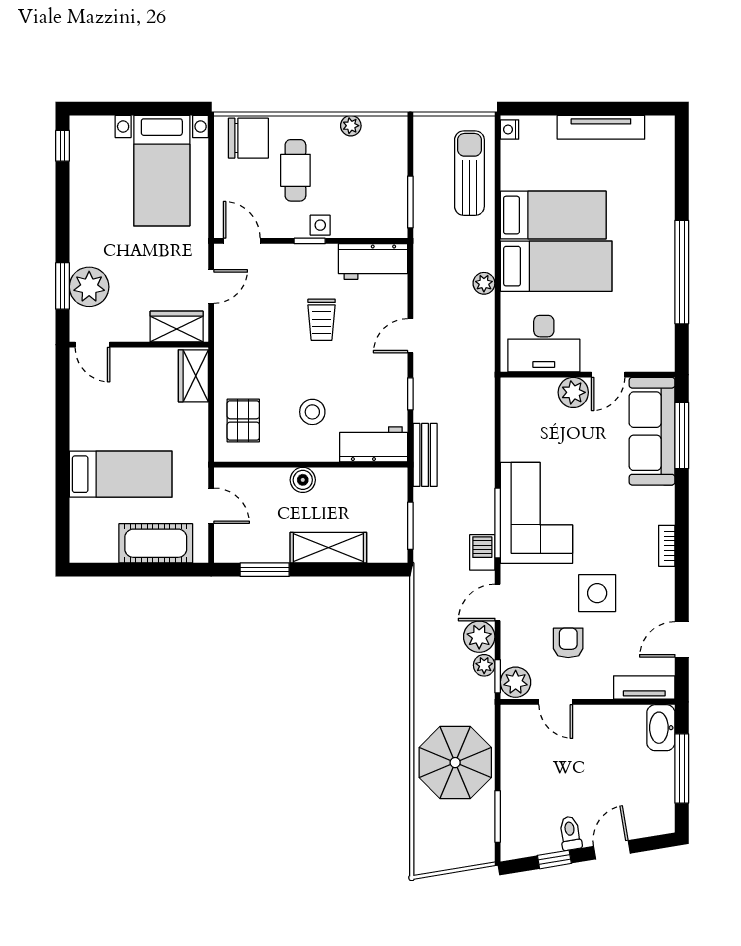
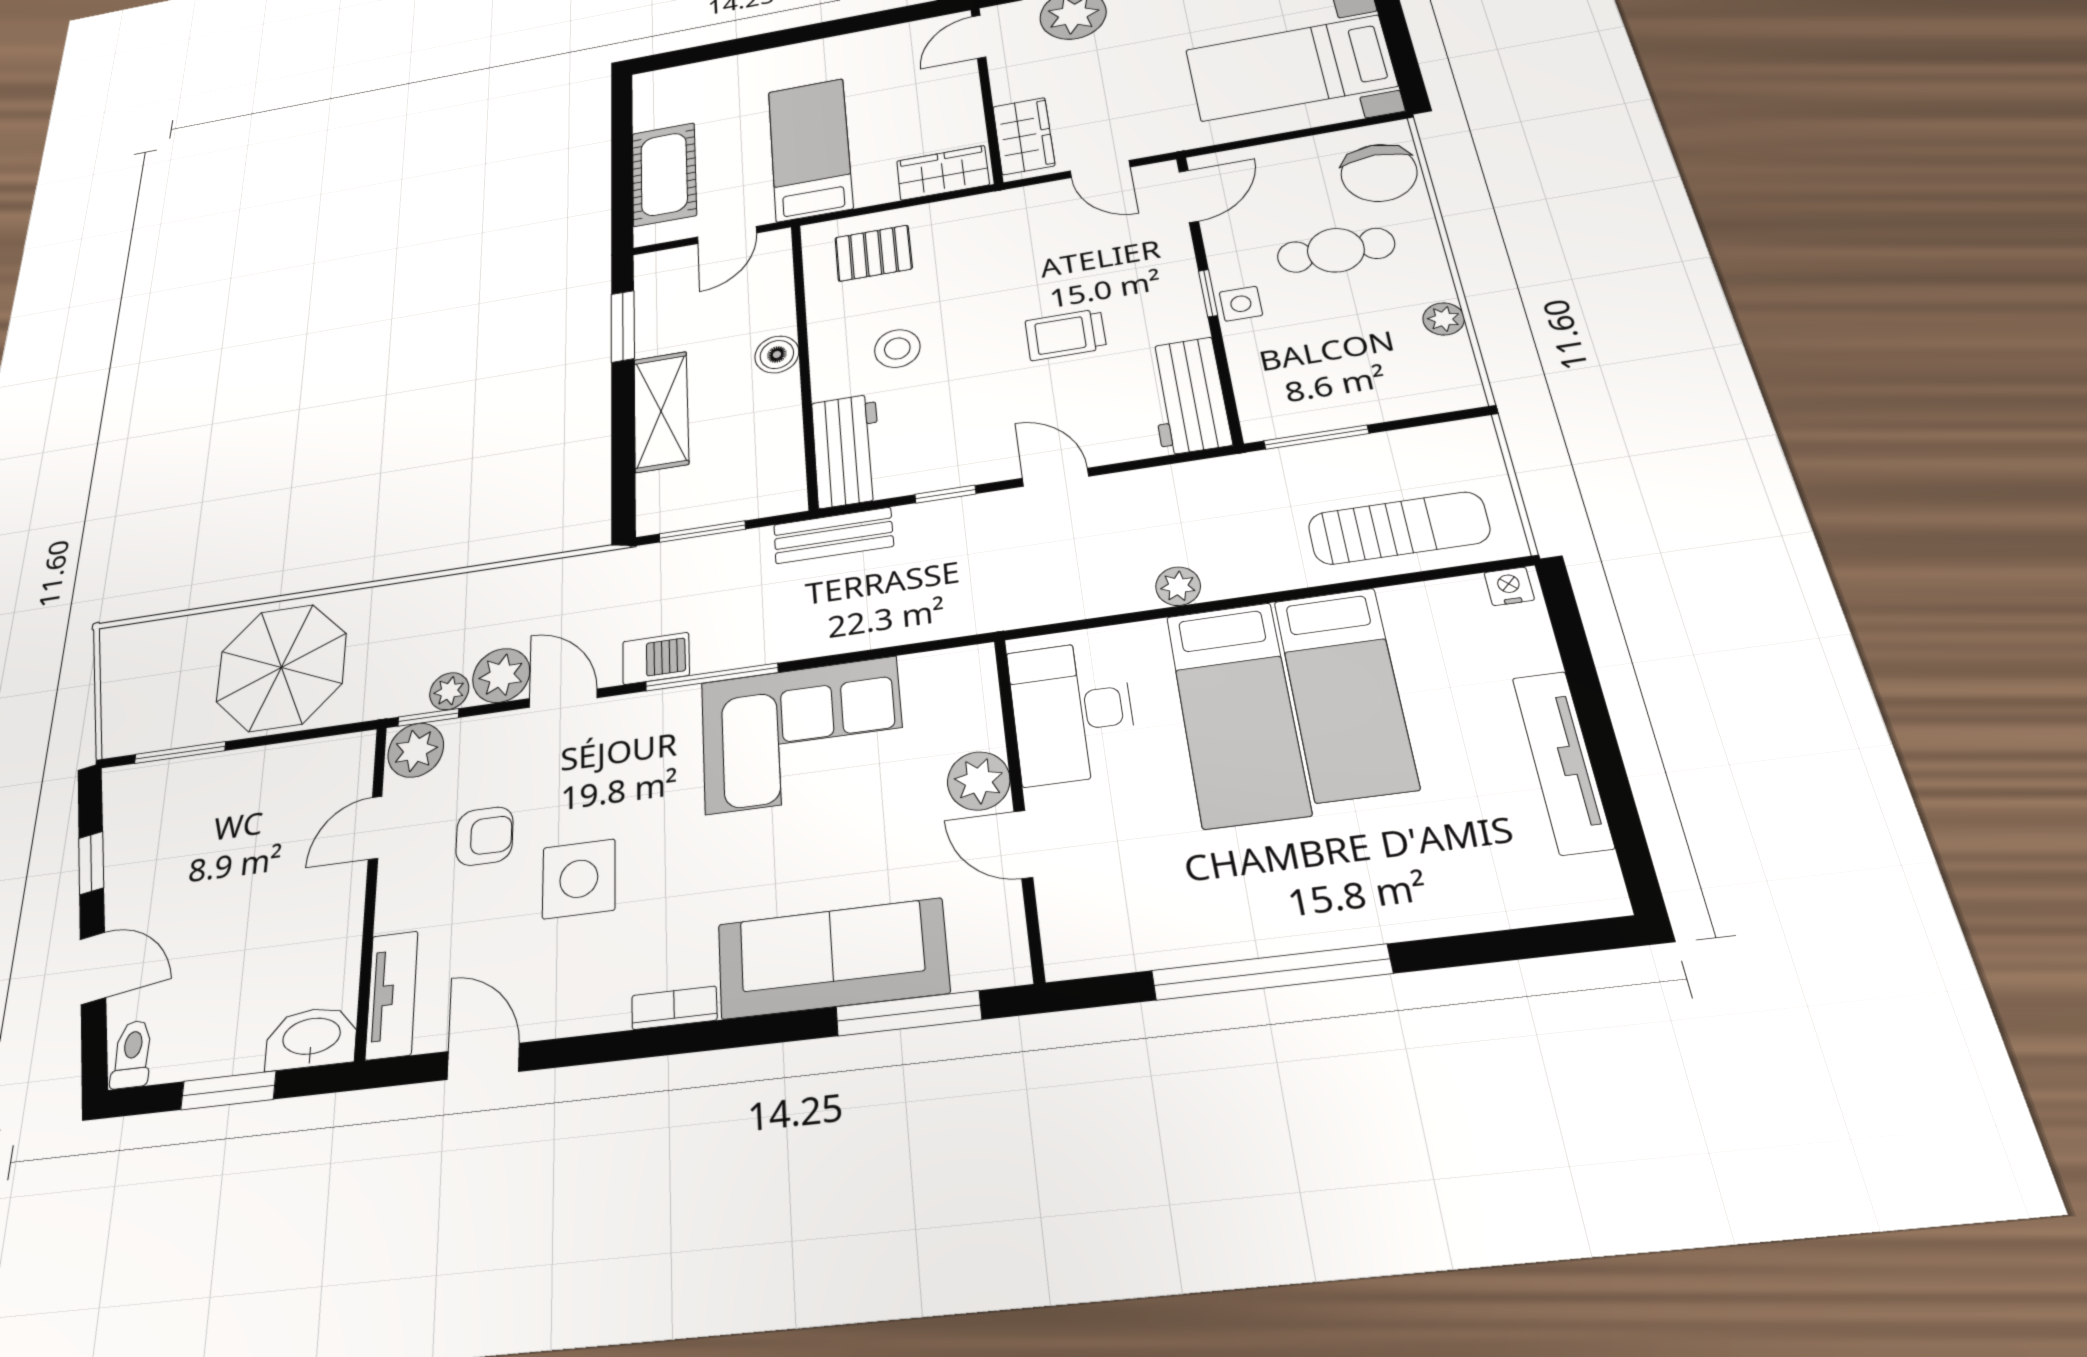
sofa: (652, 431) -> (832, 958), moved
bed: (121, 474) -> (810, 149), moved, turned 180
corner sofa: (536, 513) -> (802, 735), moved
window: (682, 769) -> (228, 1090), width x0.69
toilet: (570, 833) -> (132, 1054), moved, turned -81

